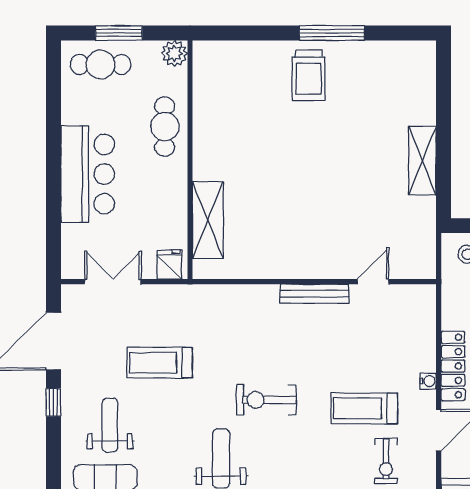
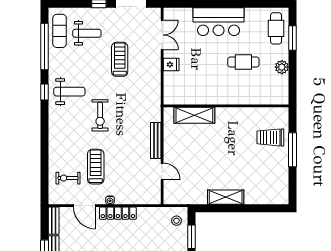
wall: (190, 160) -> (226, 106), moved
shelving: (208, 220) -> (194, 115), moved
exercise bike: (266, 400) -> (100, 115), turned 180

